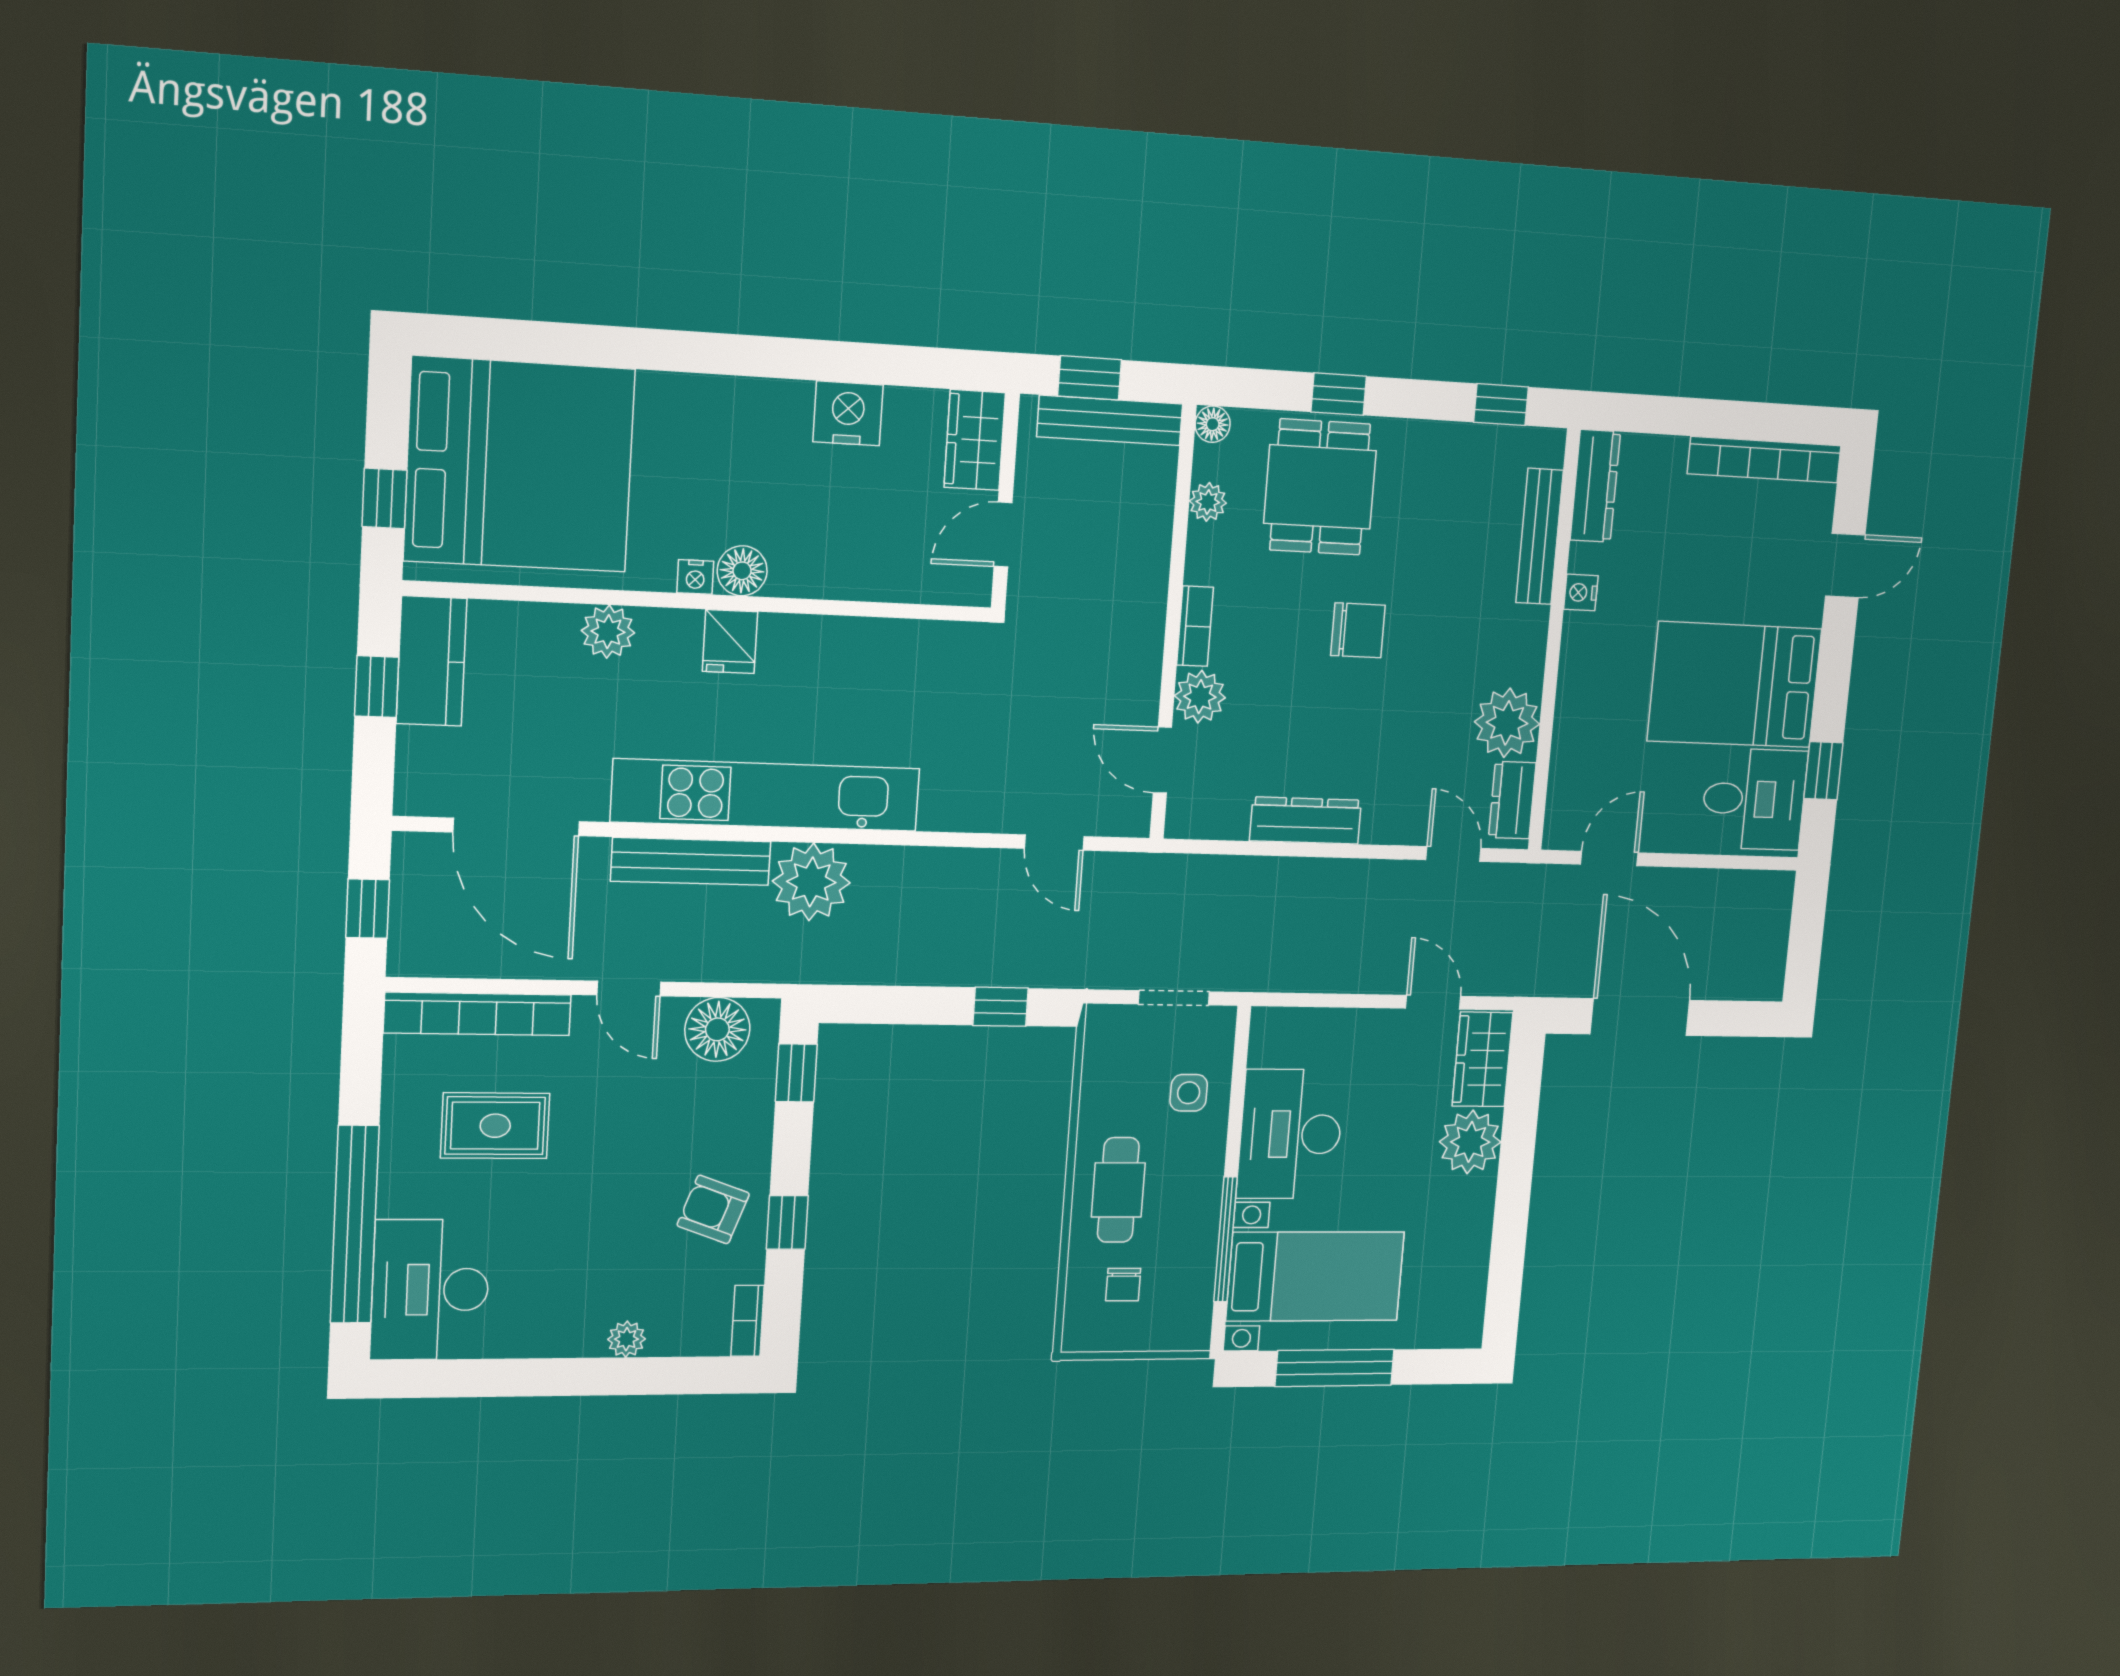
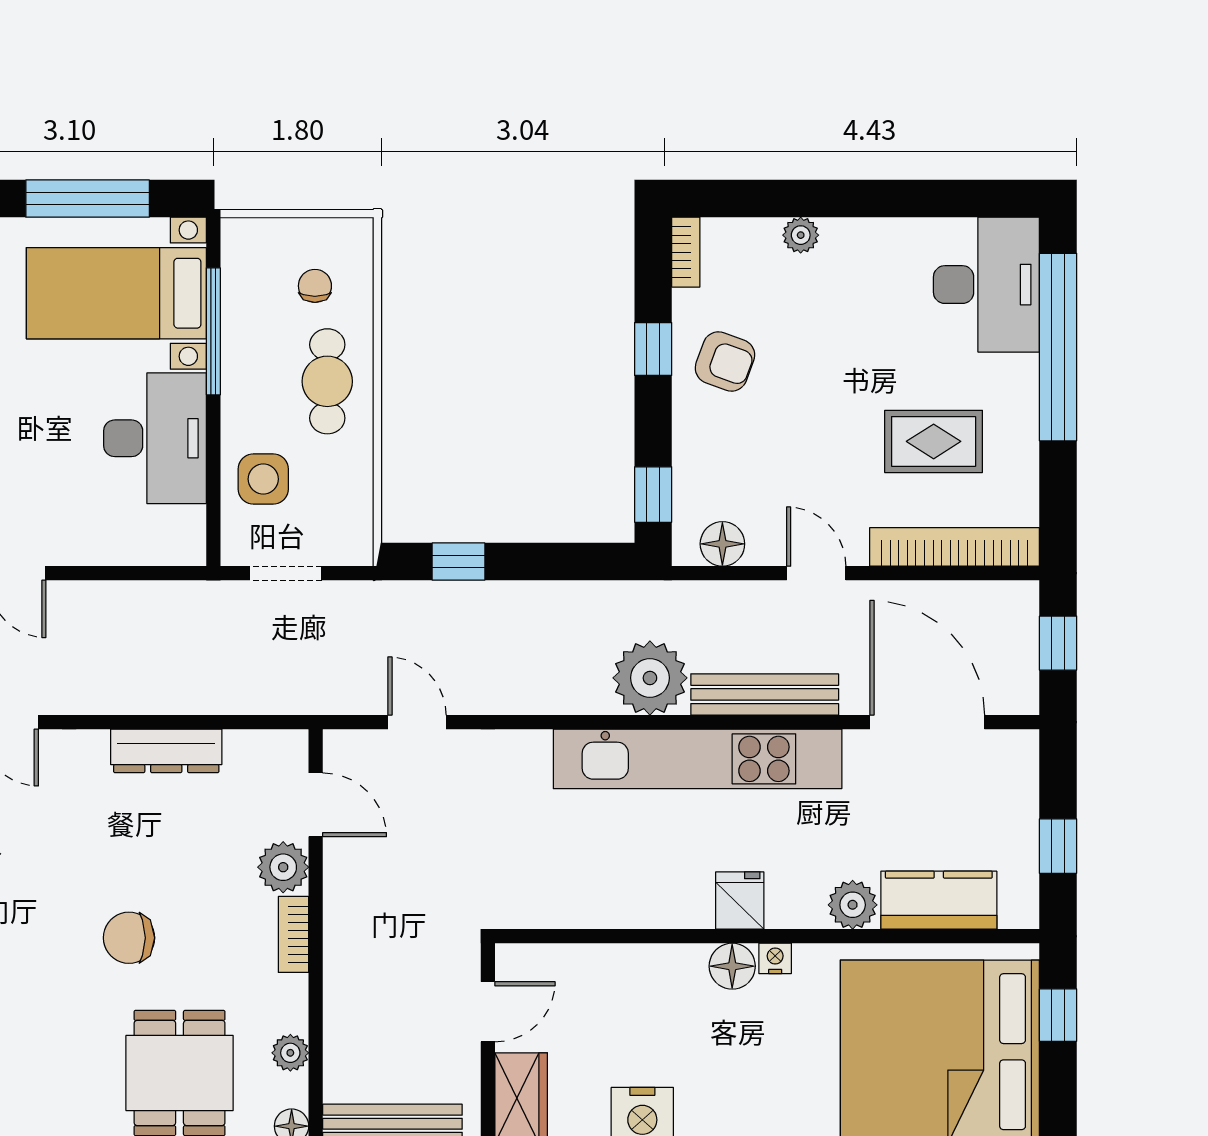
kitchen counter: (431, 661) -> (939, 900), moved, turned 90
floor lamp: (717, 1029) -> (722, 544), width x0.73, depth x0.73
side table: (1189, 1093) -> (263, 479), width x1.37, depth x1.37

